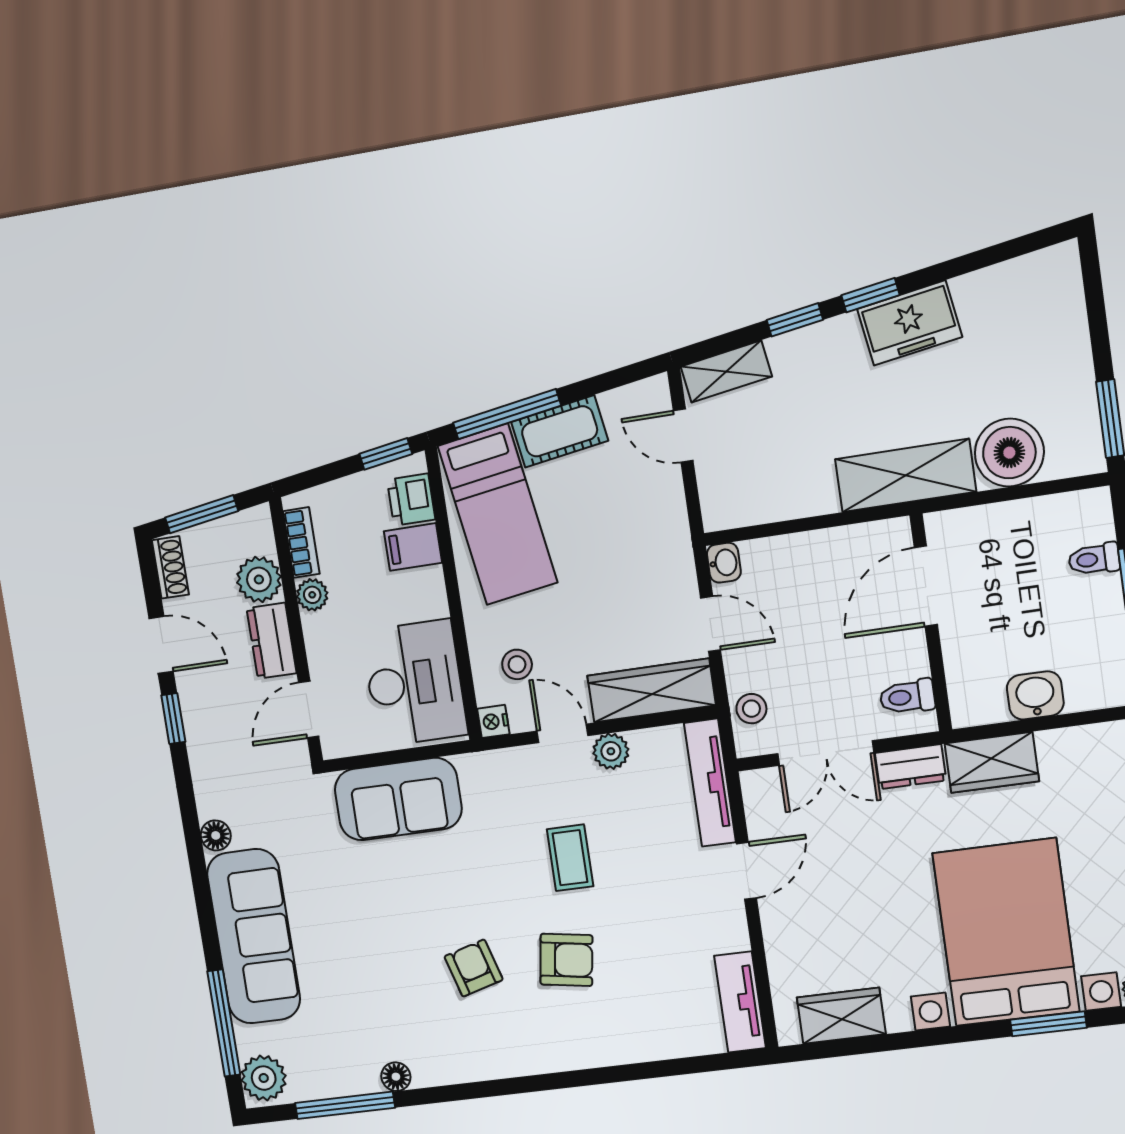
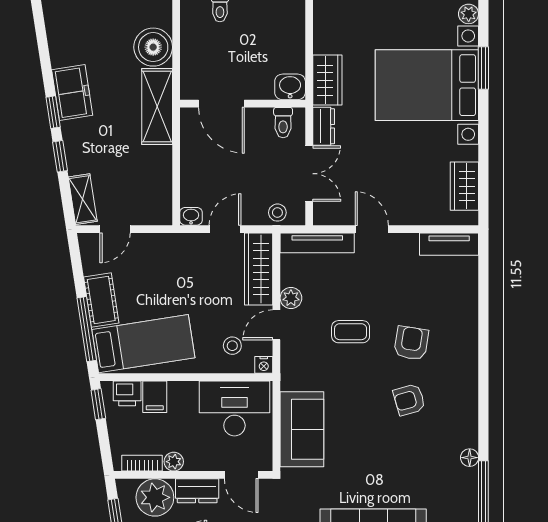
plant: (259, 579) -> (155, 497), width x1.36, depth x1.36
washbasin: (1035, 695) -> (290, 87), moved, turned 90

